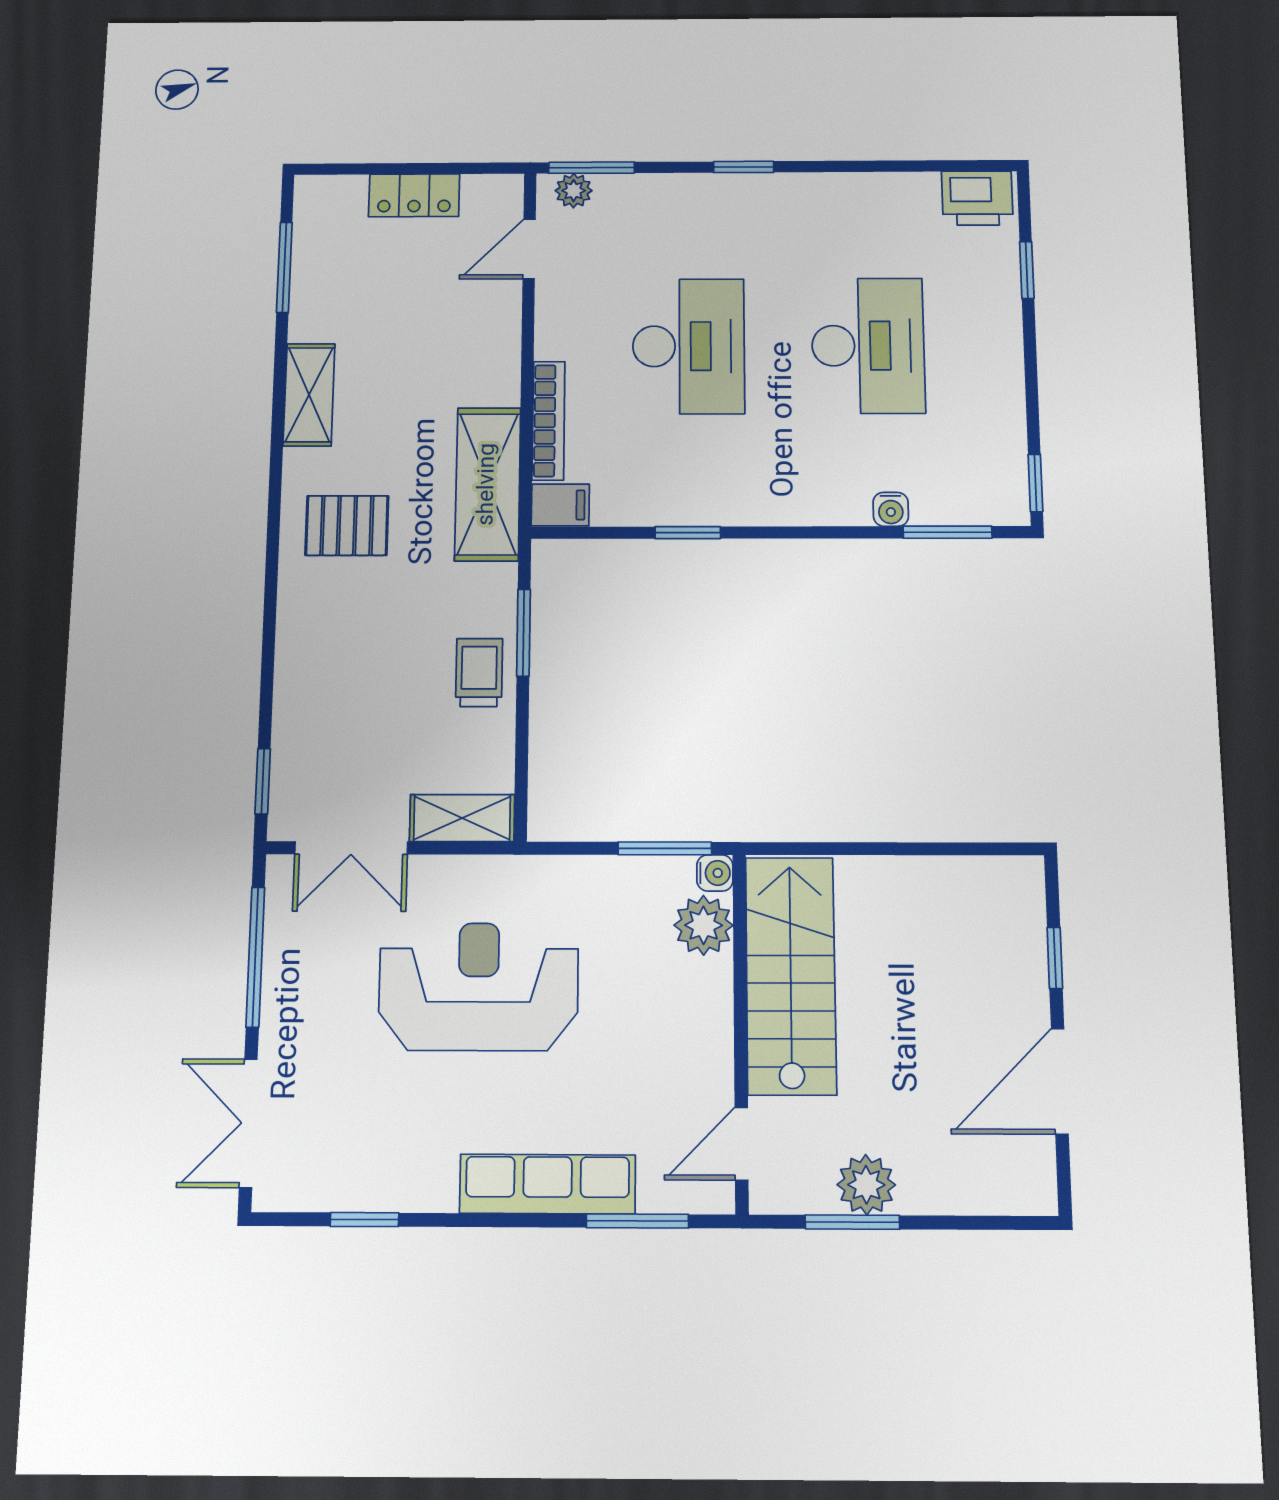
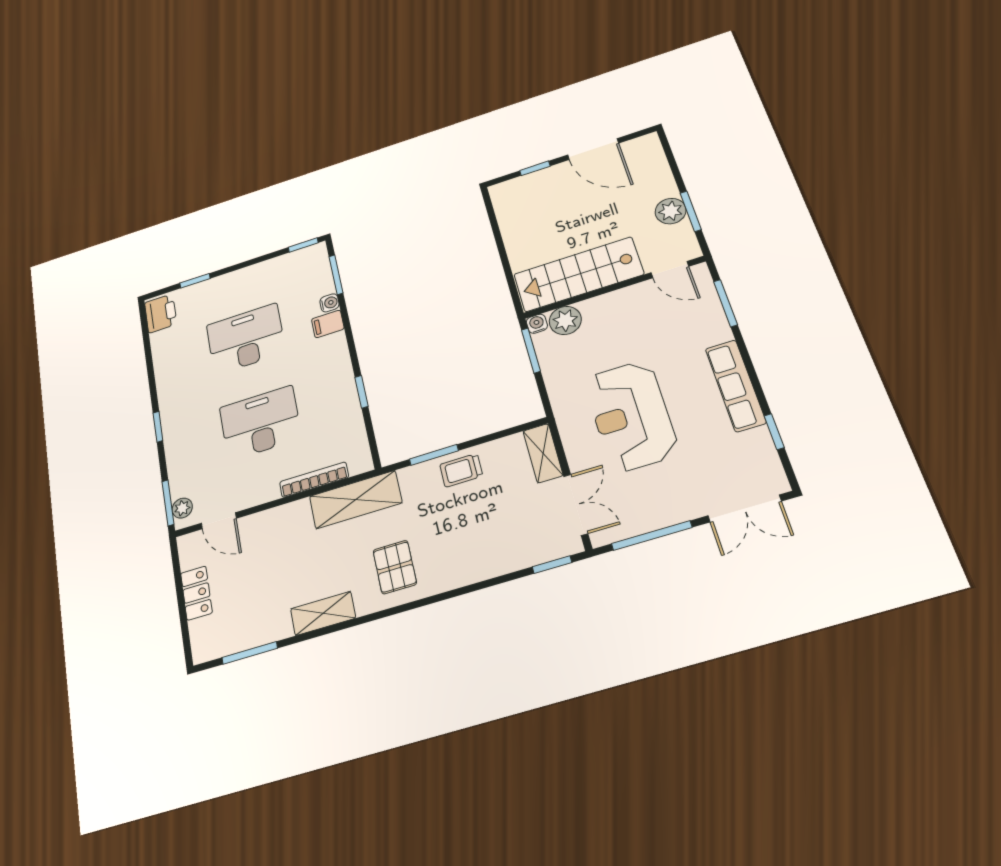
filing cabinet: (560, 505) -> (328, 324), moved, turned -90
row of seats: (548, 1184) -> (735, 385), moved

